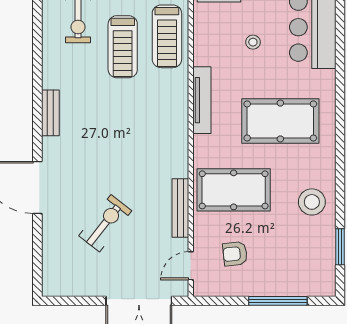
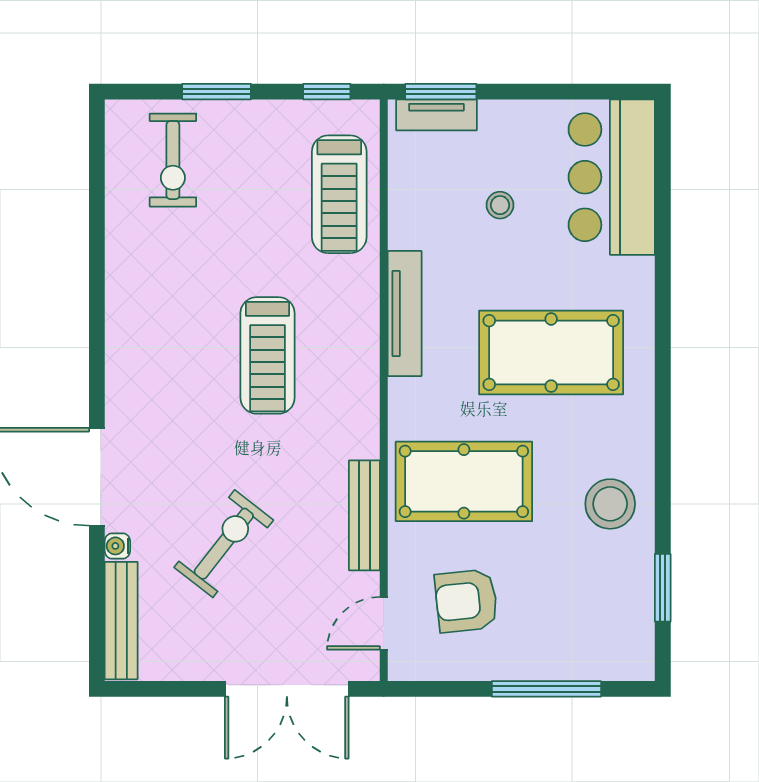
treadmill: (123, 47) -> (268, 355), moved
bench: (50, 113) -> (121, 621), moved, width x1.36
water cooler: (48, 224) -> (117, 546), added
armchair: (235, 254) -> (466, 601), width x1.38, depth x1.38

